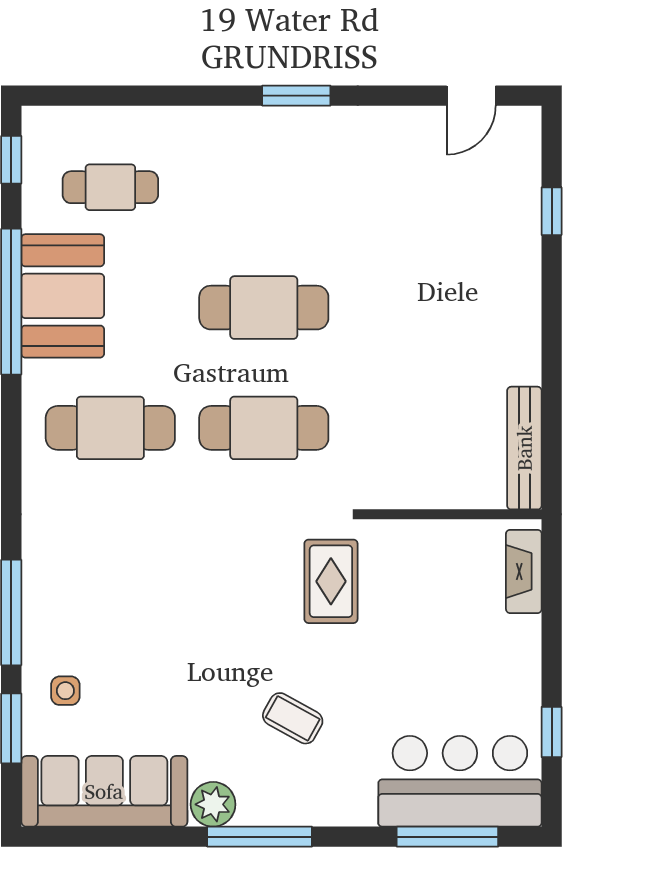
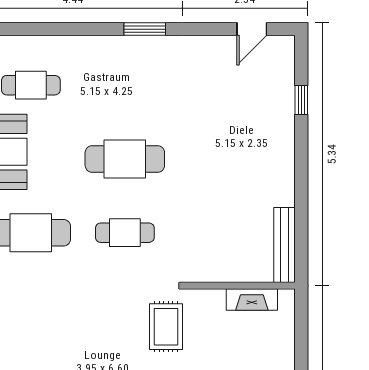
cafe table: (264, 428) -> (125, 233), width x0.73, depth x0.74
fireplace: (524, 571) -> (252, 299), moved, turned -90

